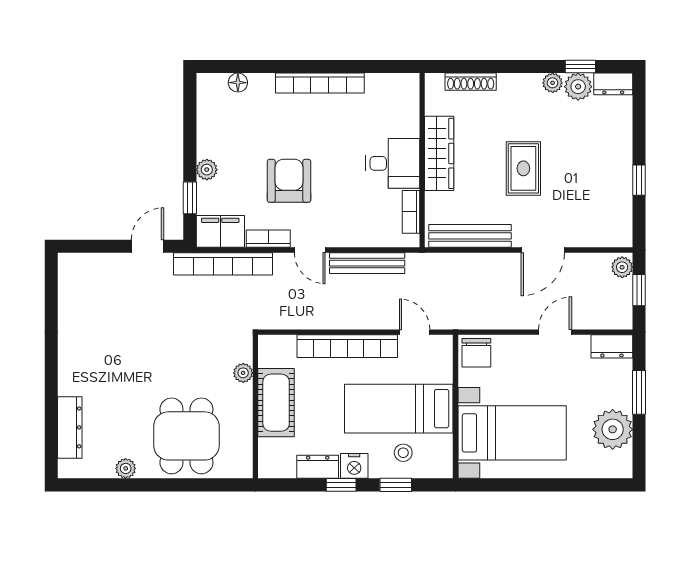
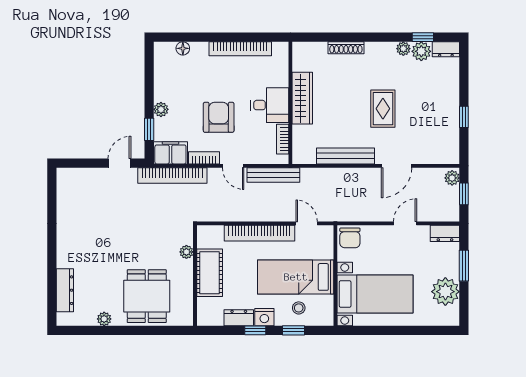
wardrobe: (439, 153) -> (302, 98), moved
wall: (422, 160) -> (290, 103), moved
desk: (393, 163) -> (270, 105), moved
bookcase: (411, 212) -> (283, 139), moved

